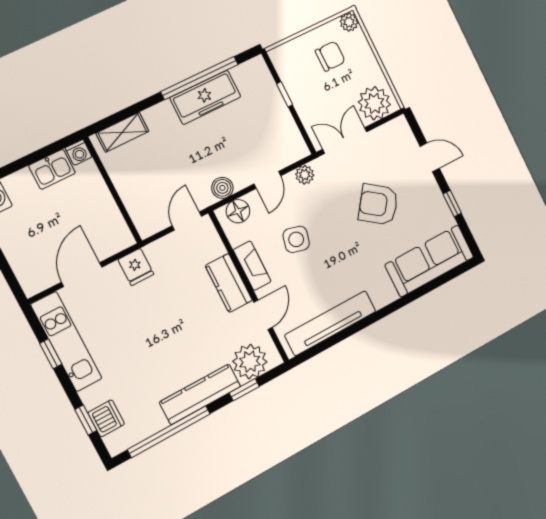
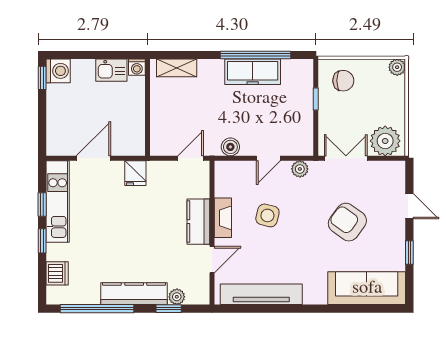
chair: (330, 56) -> (343, 81), moved
floor lamp: (238, 211) -> (233, 171), removed
plant: (250, 362) -> (177, 297), width x0.53, depth x0.53
window: (86, 420) -> (42, 241), moved

